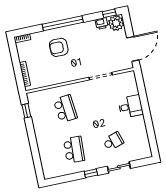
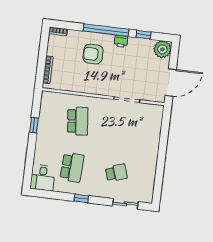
window: (109, 13) -> (144, 35), moved
printer: (102, 23) -> (121, 41), moved
desk: (131, 106) -> (43, 178), moved, turned 90
window: (26, 111) -> (34, 125), moved
sliding door: (119, 167) -> (125, 204), moved

